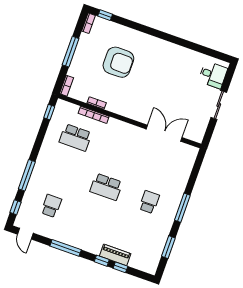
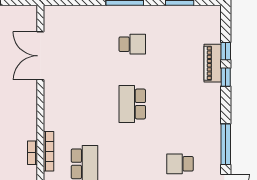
school desk: (106, 187) -> (132, 104), turned 180
school desk: (149, 202) -> (132, 44), turned 180
window: (66, 248) -> (226, 144), moved

